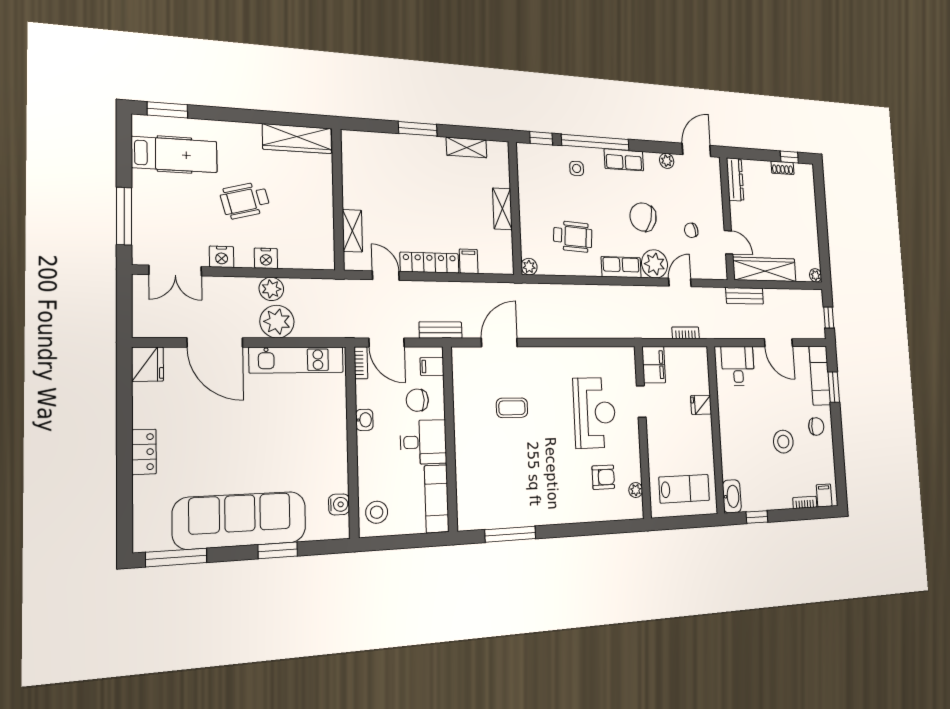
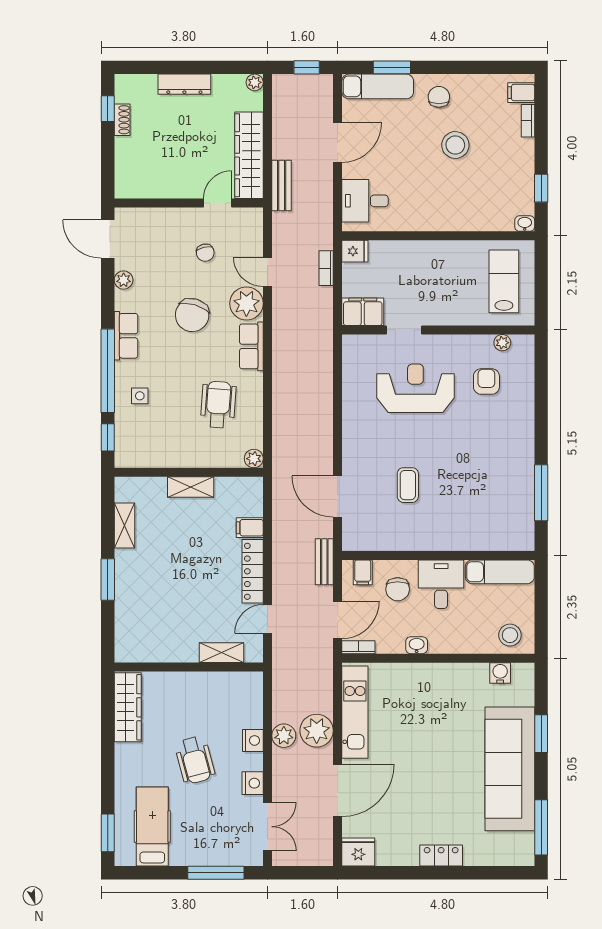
dresser: (735, 179) -> (184, 84), moved, turned 180
fridge: (701, 405) -> (355, 251), moved, turned -90
washbasin: (732, 496) -> (525, 224), width x0.52, depth x0.69

